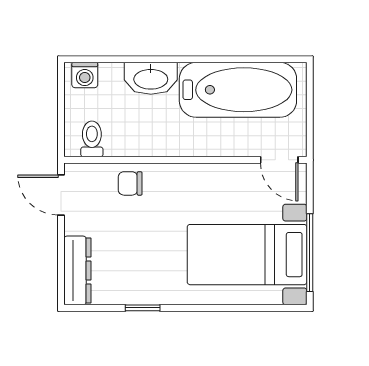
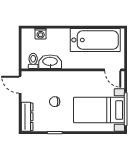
washing machine: (85, 75) -> (41, 34), moved
washbasin: (151, 78) -> (50, 62), moved, turned 180
chair: (130, 183) -> (55, 102), moved

